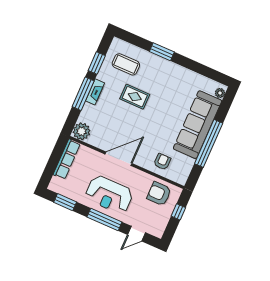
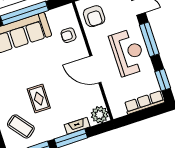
coffee table: (126, 64) -> (21, 126), turned -38
fireplace: (95, 92) -> (77, 126), moved
row of seats: (67, 159) -> (144, 102), moved

